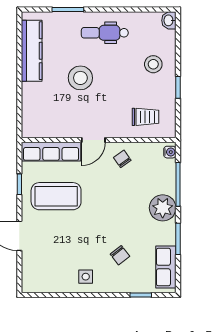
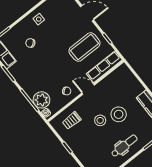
stool: (153, 64) -> (100, 120), moved
door: (93, 140) -> (88, 89), hinge flipped
plant: (163, 208) -> (41, 100), moved

